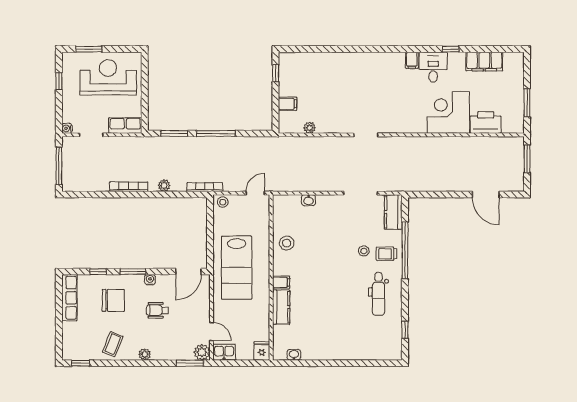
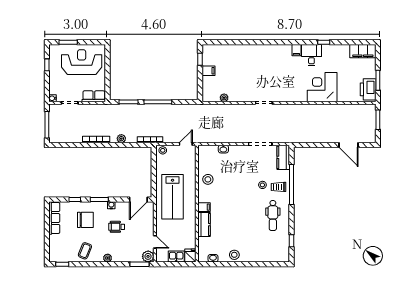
filing cabinet: (484, 62) -> (363, 51), moved
filing cabinet: (288, 104) -> (209, 71), moved
printer: (486, 122) -> (368, 89), moved, turned -90
stool: (324, 350) -> (234, 255), added
kitchen sink: (224, 352) -> (176, 256), moved

